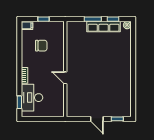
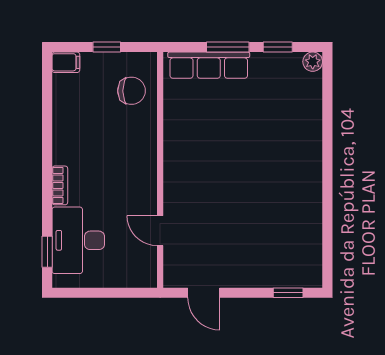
row of seats: (103, 27) -> (209, 65), moved
chair: (41, 46) -> (131, 91), moved
door: (65, 78) -> (160, 231), moved
door: (97, 119) -> (204, 293), moved

